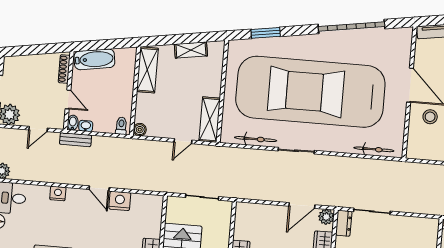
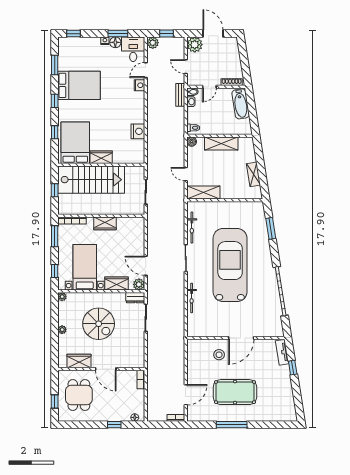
shelving: (147, 70) -> (221, 144), moved
car: (310, 92) -> (230, 265), width x0.73, depth x0.67
bicycle: (374, 149) -> (192, 298), moved
door: (99, 188) -> (146, 70), moved

